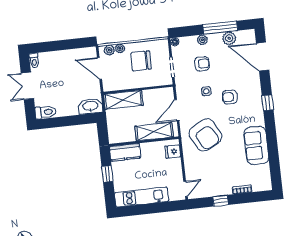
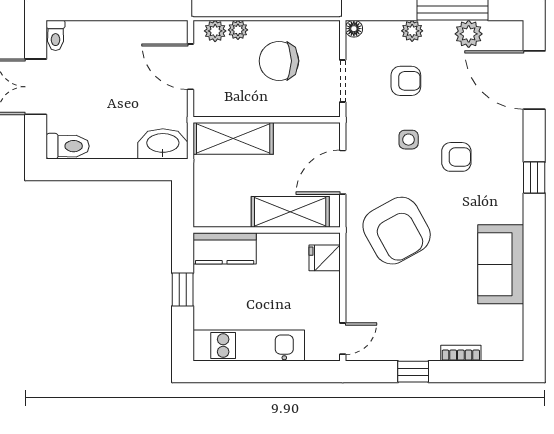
armchair: (230, 97) -> (456, 157), turned 180

